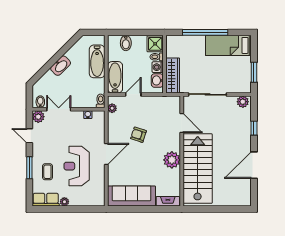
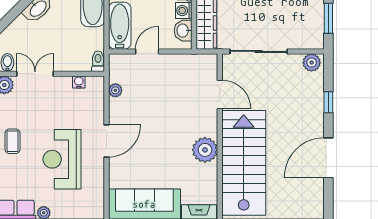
plant: (112, 108) -> (115, 90), moved
armchair: (138, 135) -> (155, 112), removed
coffee table: (47, 172) -> (13, 141), moved

